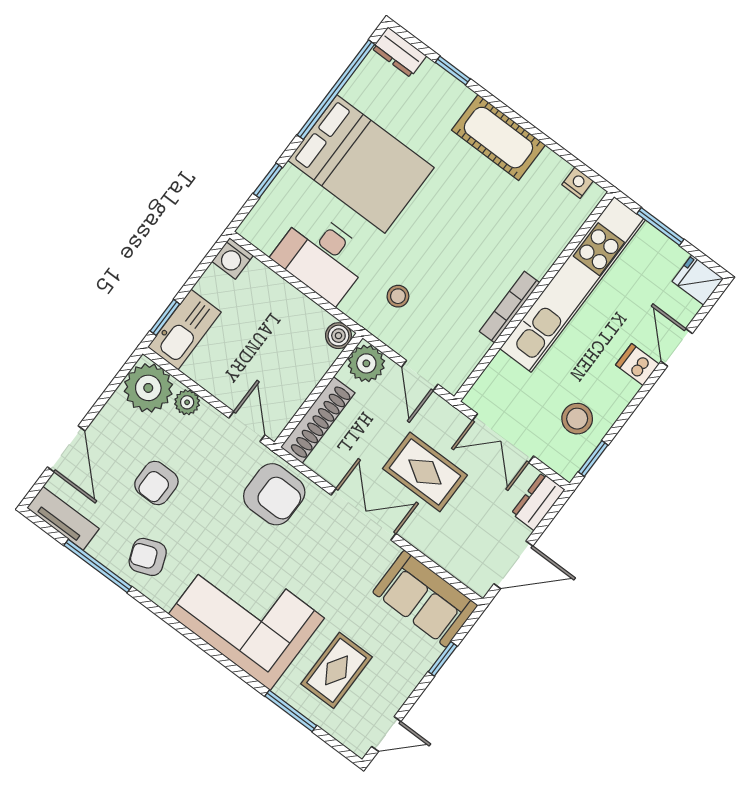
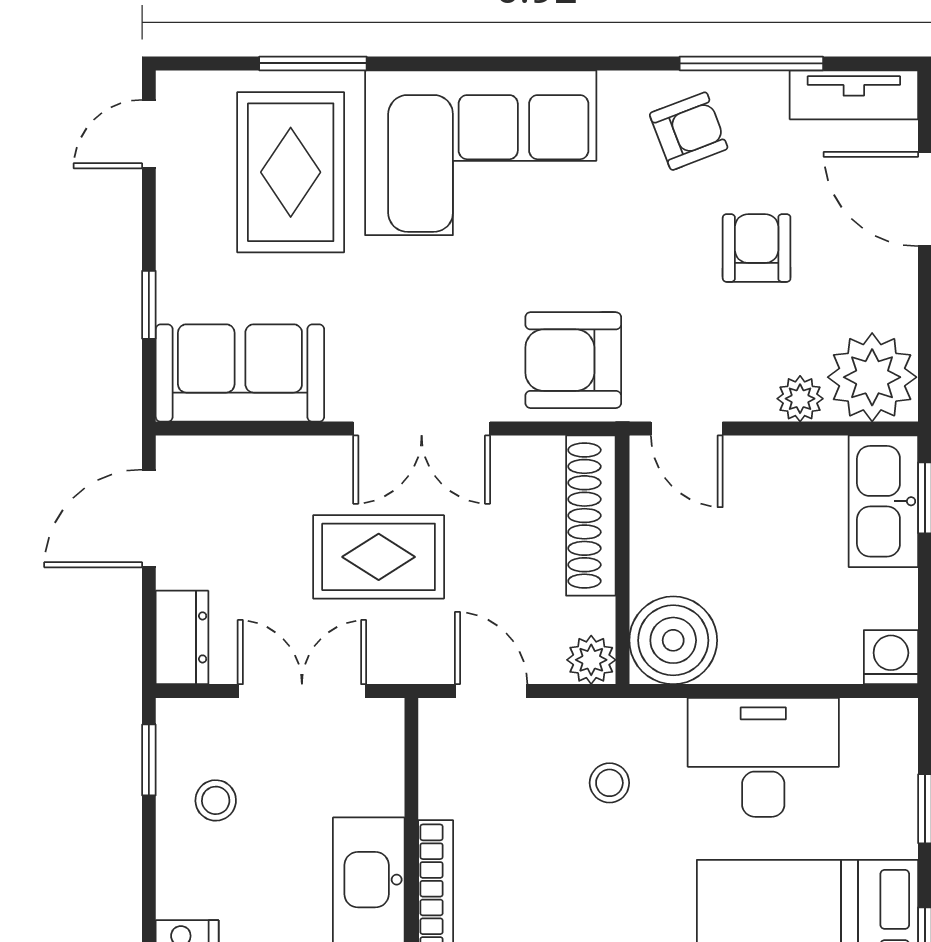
boiler: (338, 336) -> (673, 640), width x1.86, depth x1.86
plant: (366, 363) -> (591, 660), width x0.73, depth x0.73
stool: (577, 419) -> (216, 800), width x0.73, depth x0.73
rug: (336, 670) -> (291, 172), width x1.36, depth x1.43

